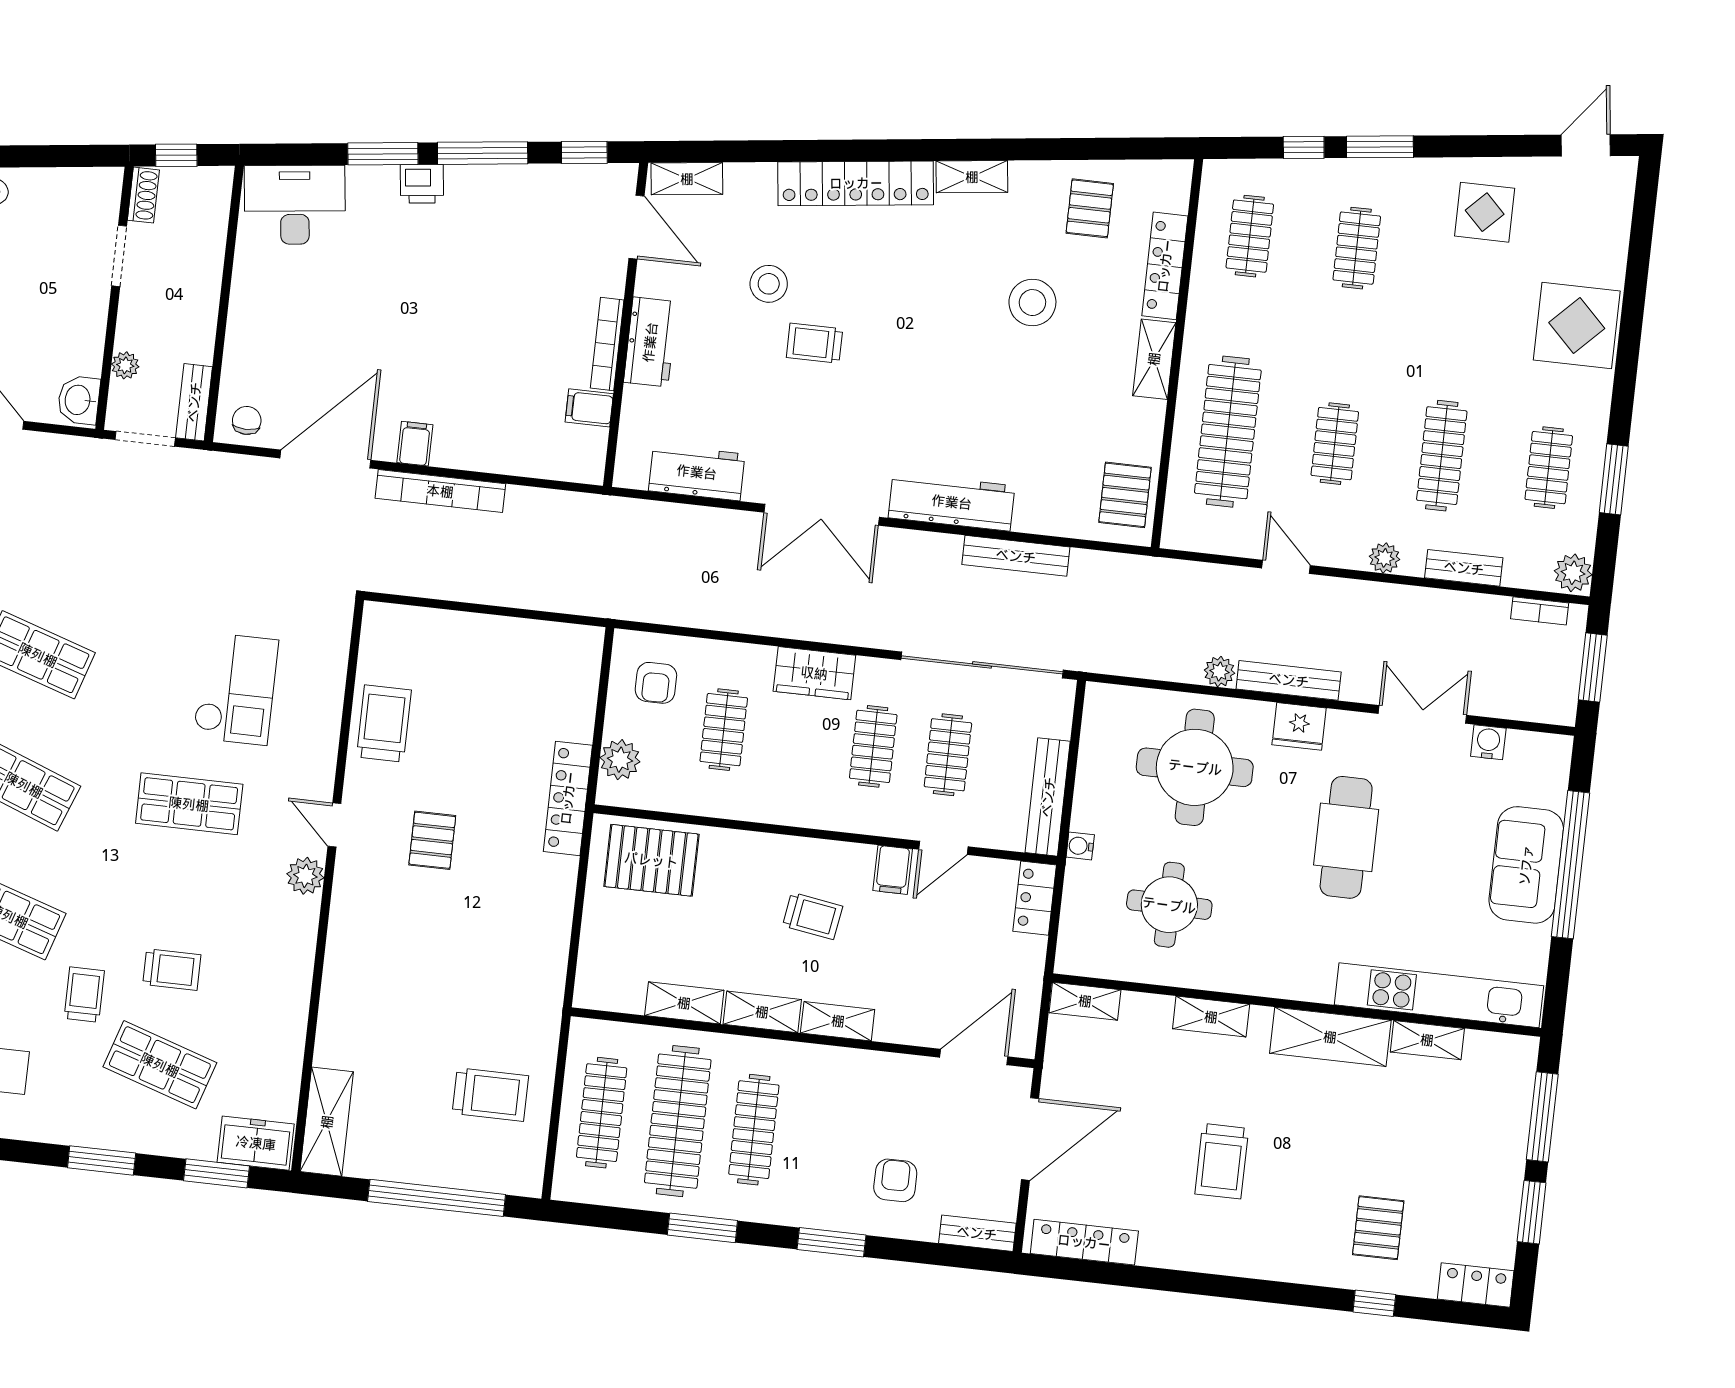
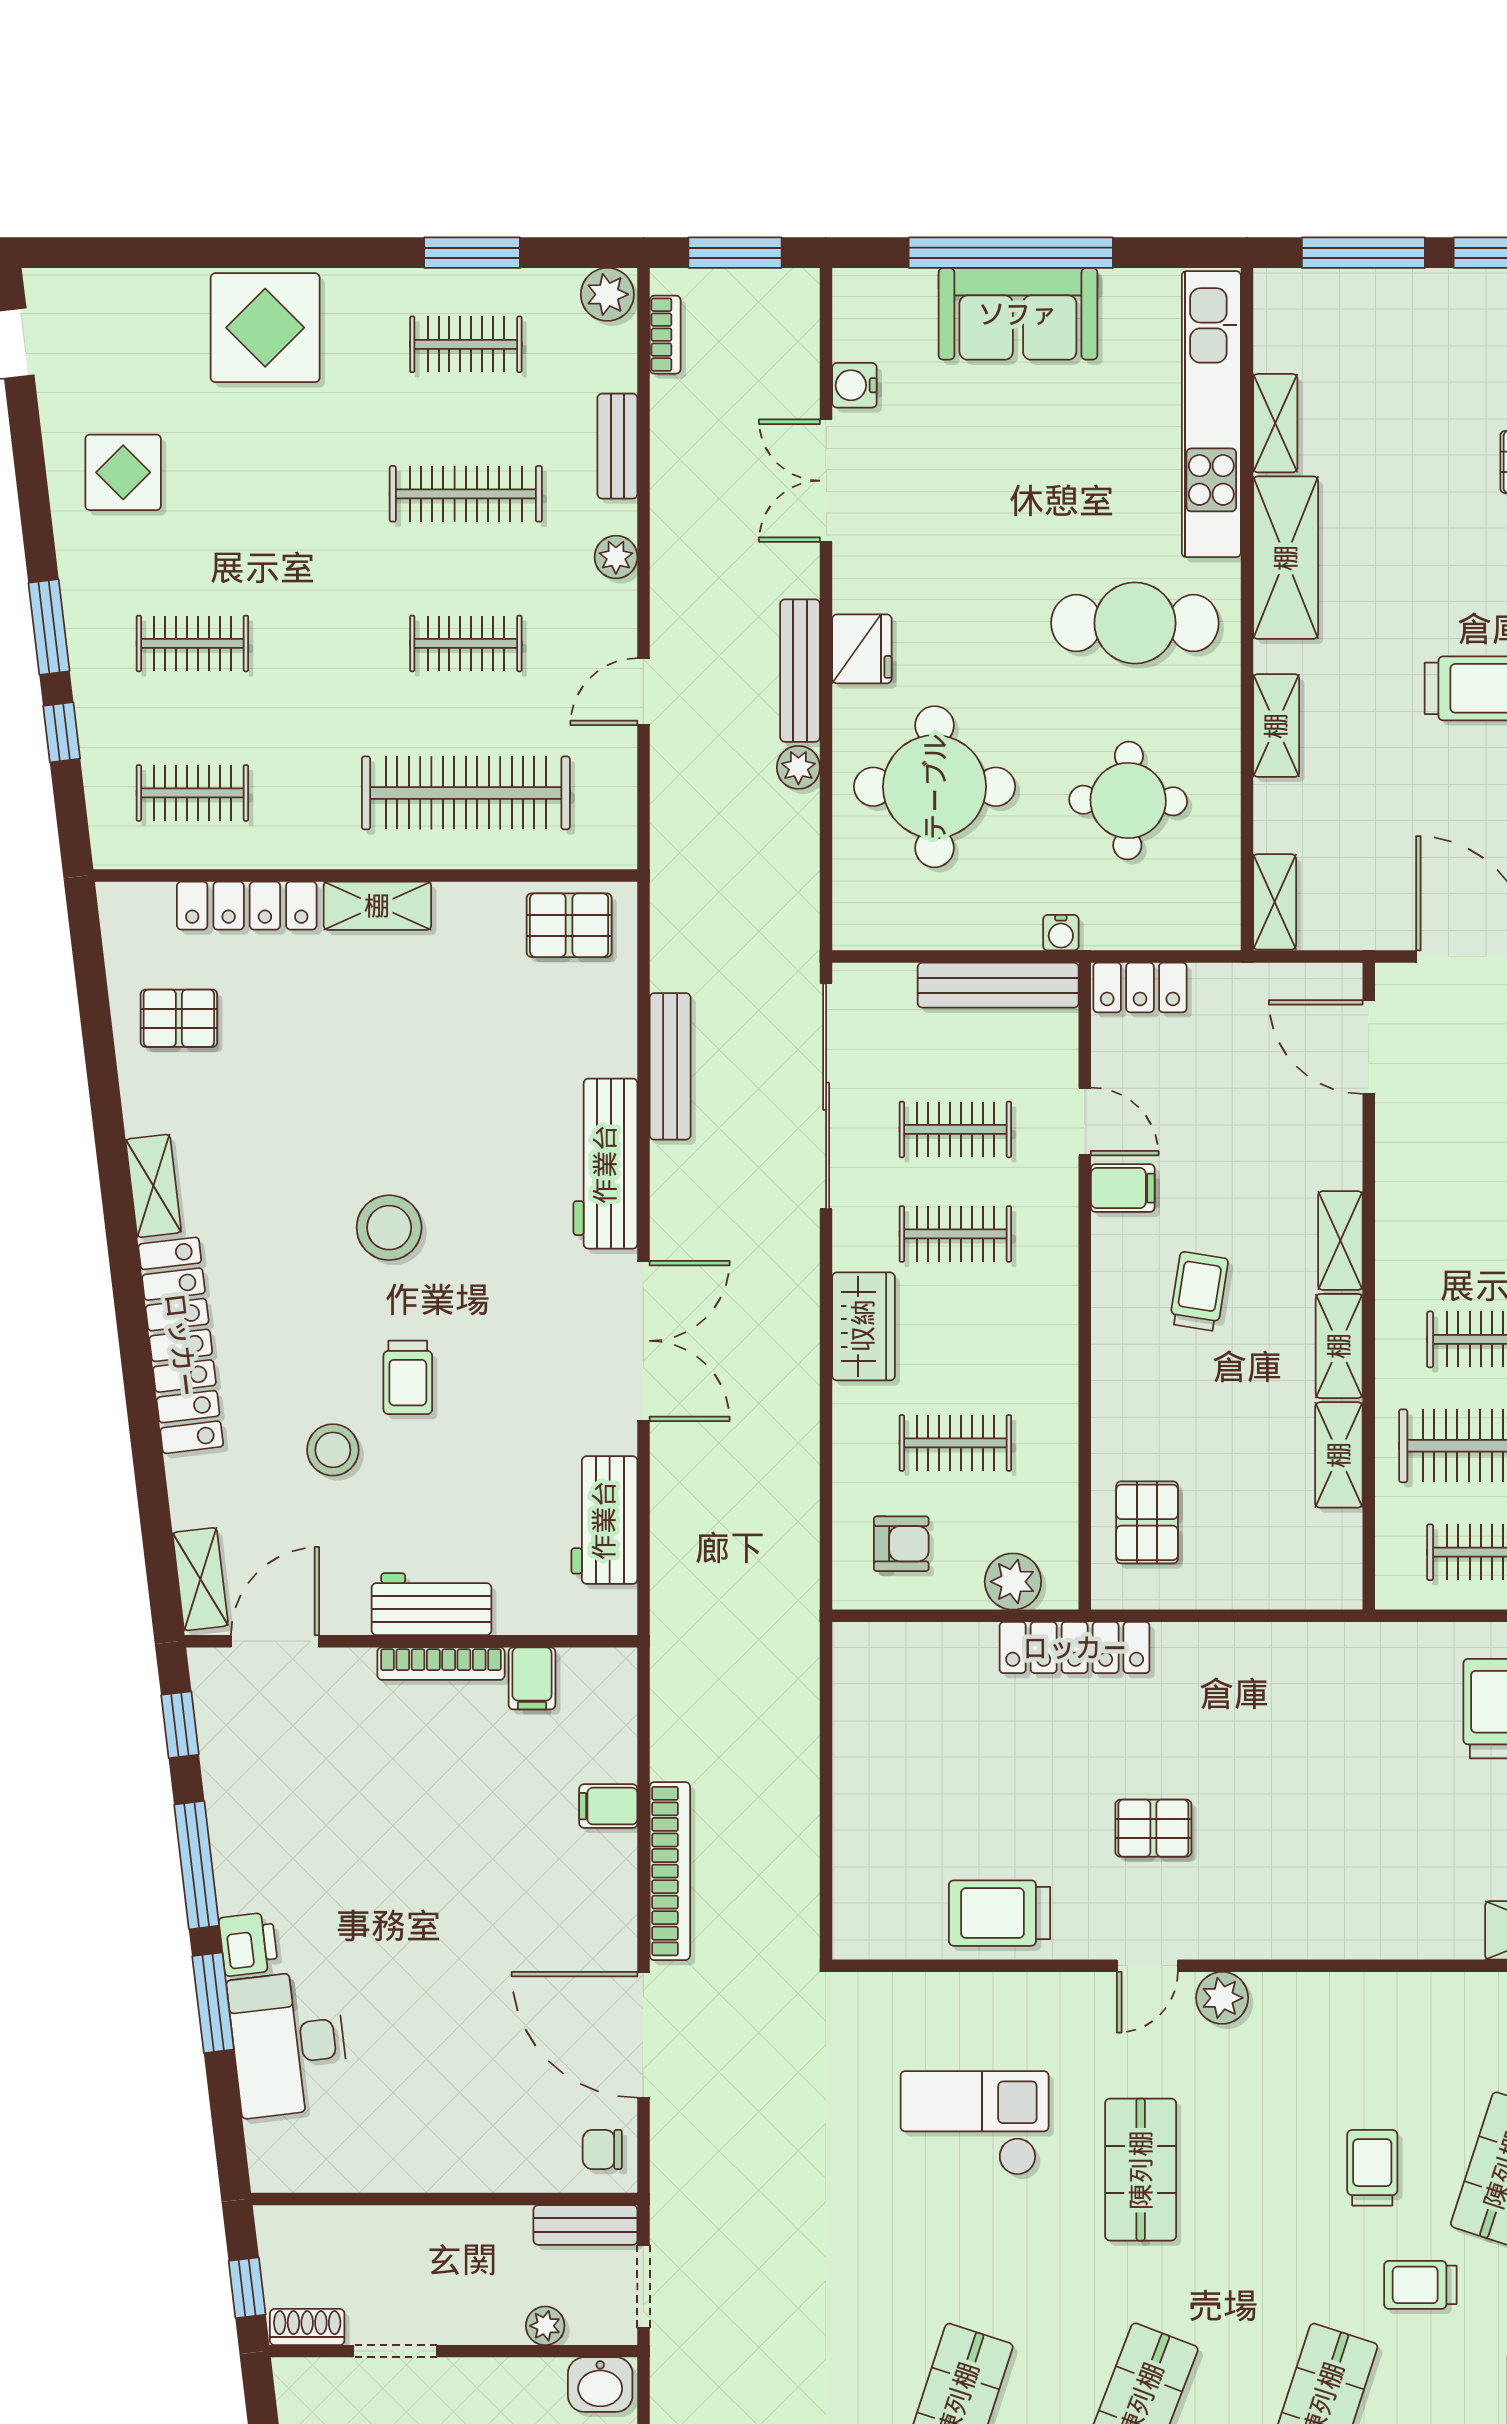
desk: (295, 205) -> (288, 2044), moved
stool: (1032, 303) -> (389, 1228), moved
filing cabinet: (415, 444) -> (608, 1806), moved
cafe table: (1346, 837) -> (1135, 623), moved
pallet: (651, 860) -> (1147, 1522), width x0.67, depth x0.71

